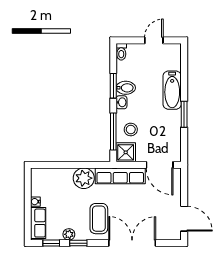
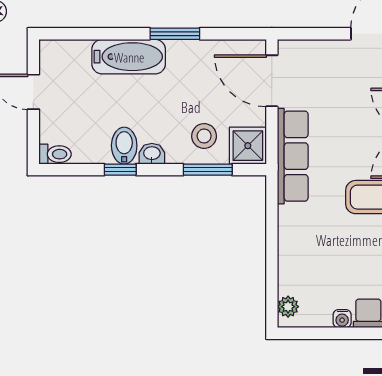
window: (113, 86) -> (120, 170), width x0.67
window: (113, 131) -> (208, 170), width x0.69
door: (160, 165) -> (272, 81), swing flipped
plant: (84, 178) -> (288, 307), moved, width x0.53, depth x0.53

